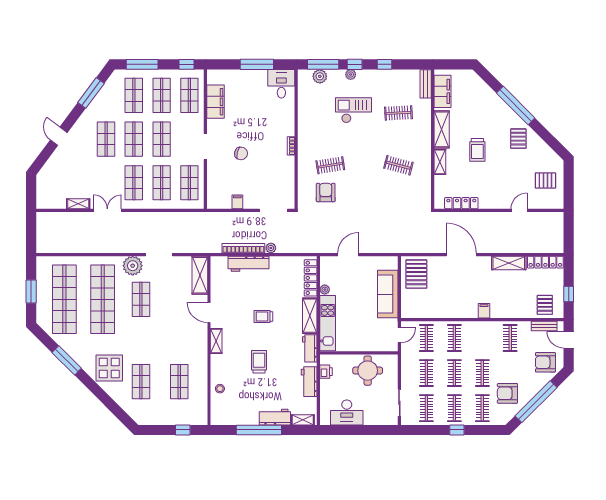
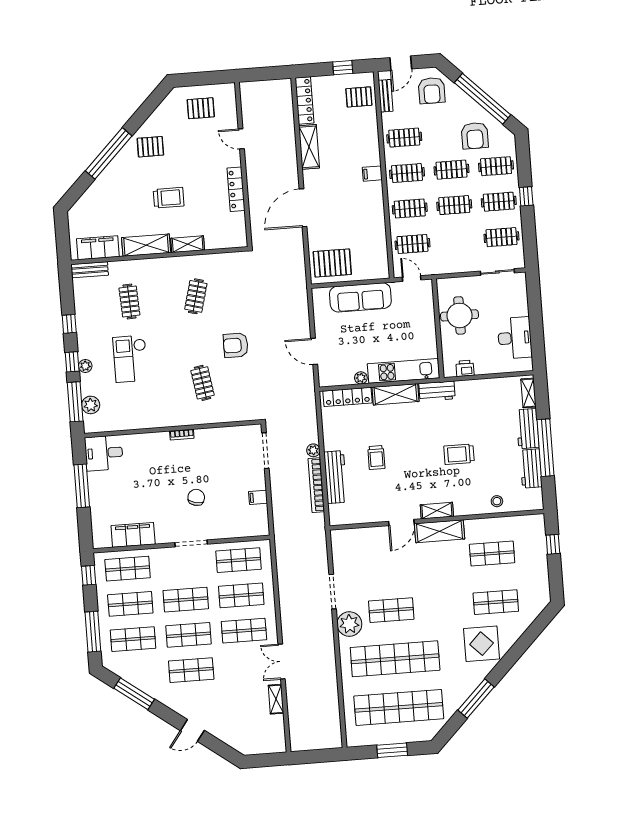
pallet: (545, 180) -> (201, 108), turned 90
armchair: (326, 192) -> (236, 345), moved
locker: (461, 203) -> (236, 189), moved
shelving: (200, 275) -> (440, 531), moved
trolley: (263, 316) -> (376, 458), moved
clothes rail: (426, 373) -> (407, 173), moved
workbench: (309, 382) -> (531, 468), moved, turned 90

